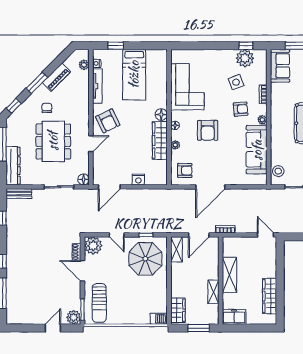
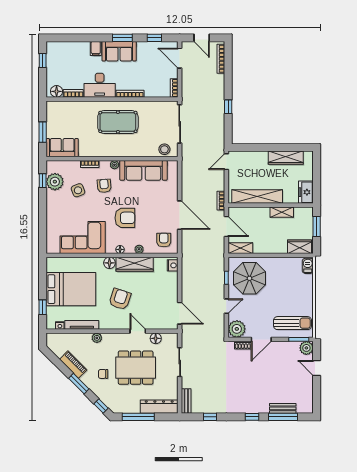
plant: (84, 65) -> (97, 338), moved
bed: (134, 75) -> (71, 289), width x1.50
armchair: (108, 121) -> (120, 299), moved, turned -46
floor lamp: (83, 179) -> (156, 338), moved
nightstand: (138, 180) -> (173, 265), moved
shelving: (229, 275) -> (257, 197), width x1.47
bench: (11, 293) -> (283, 408), added

